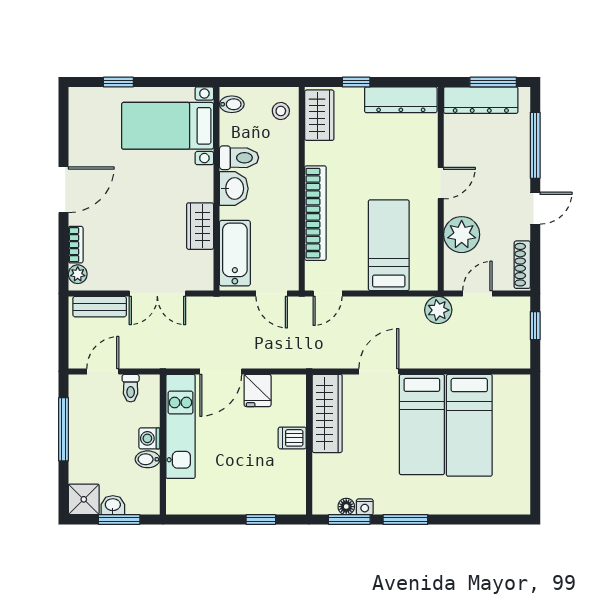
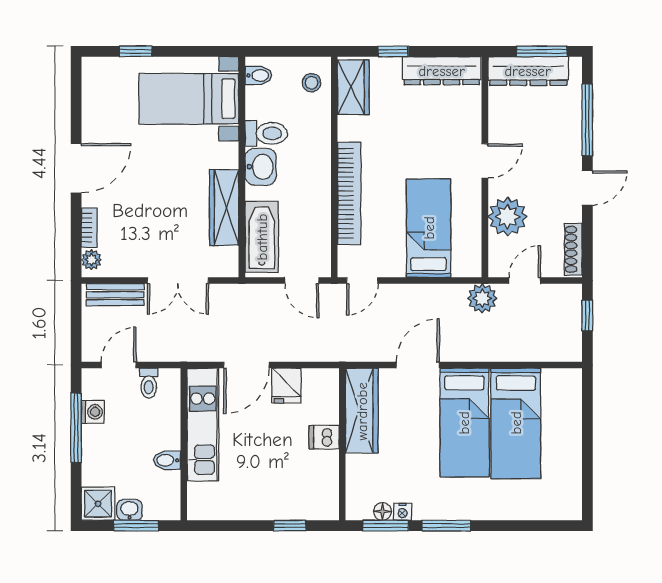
wardrobe: (200, 226) -> (224, 207), width x1.50
washing machine: (149, 438) -> (93, 412), moved, turned 180

